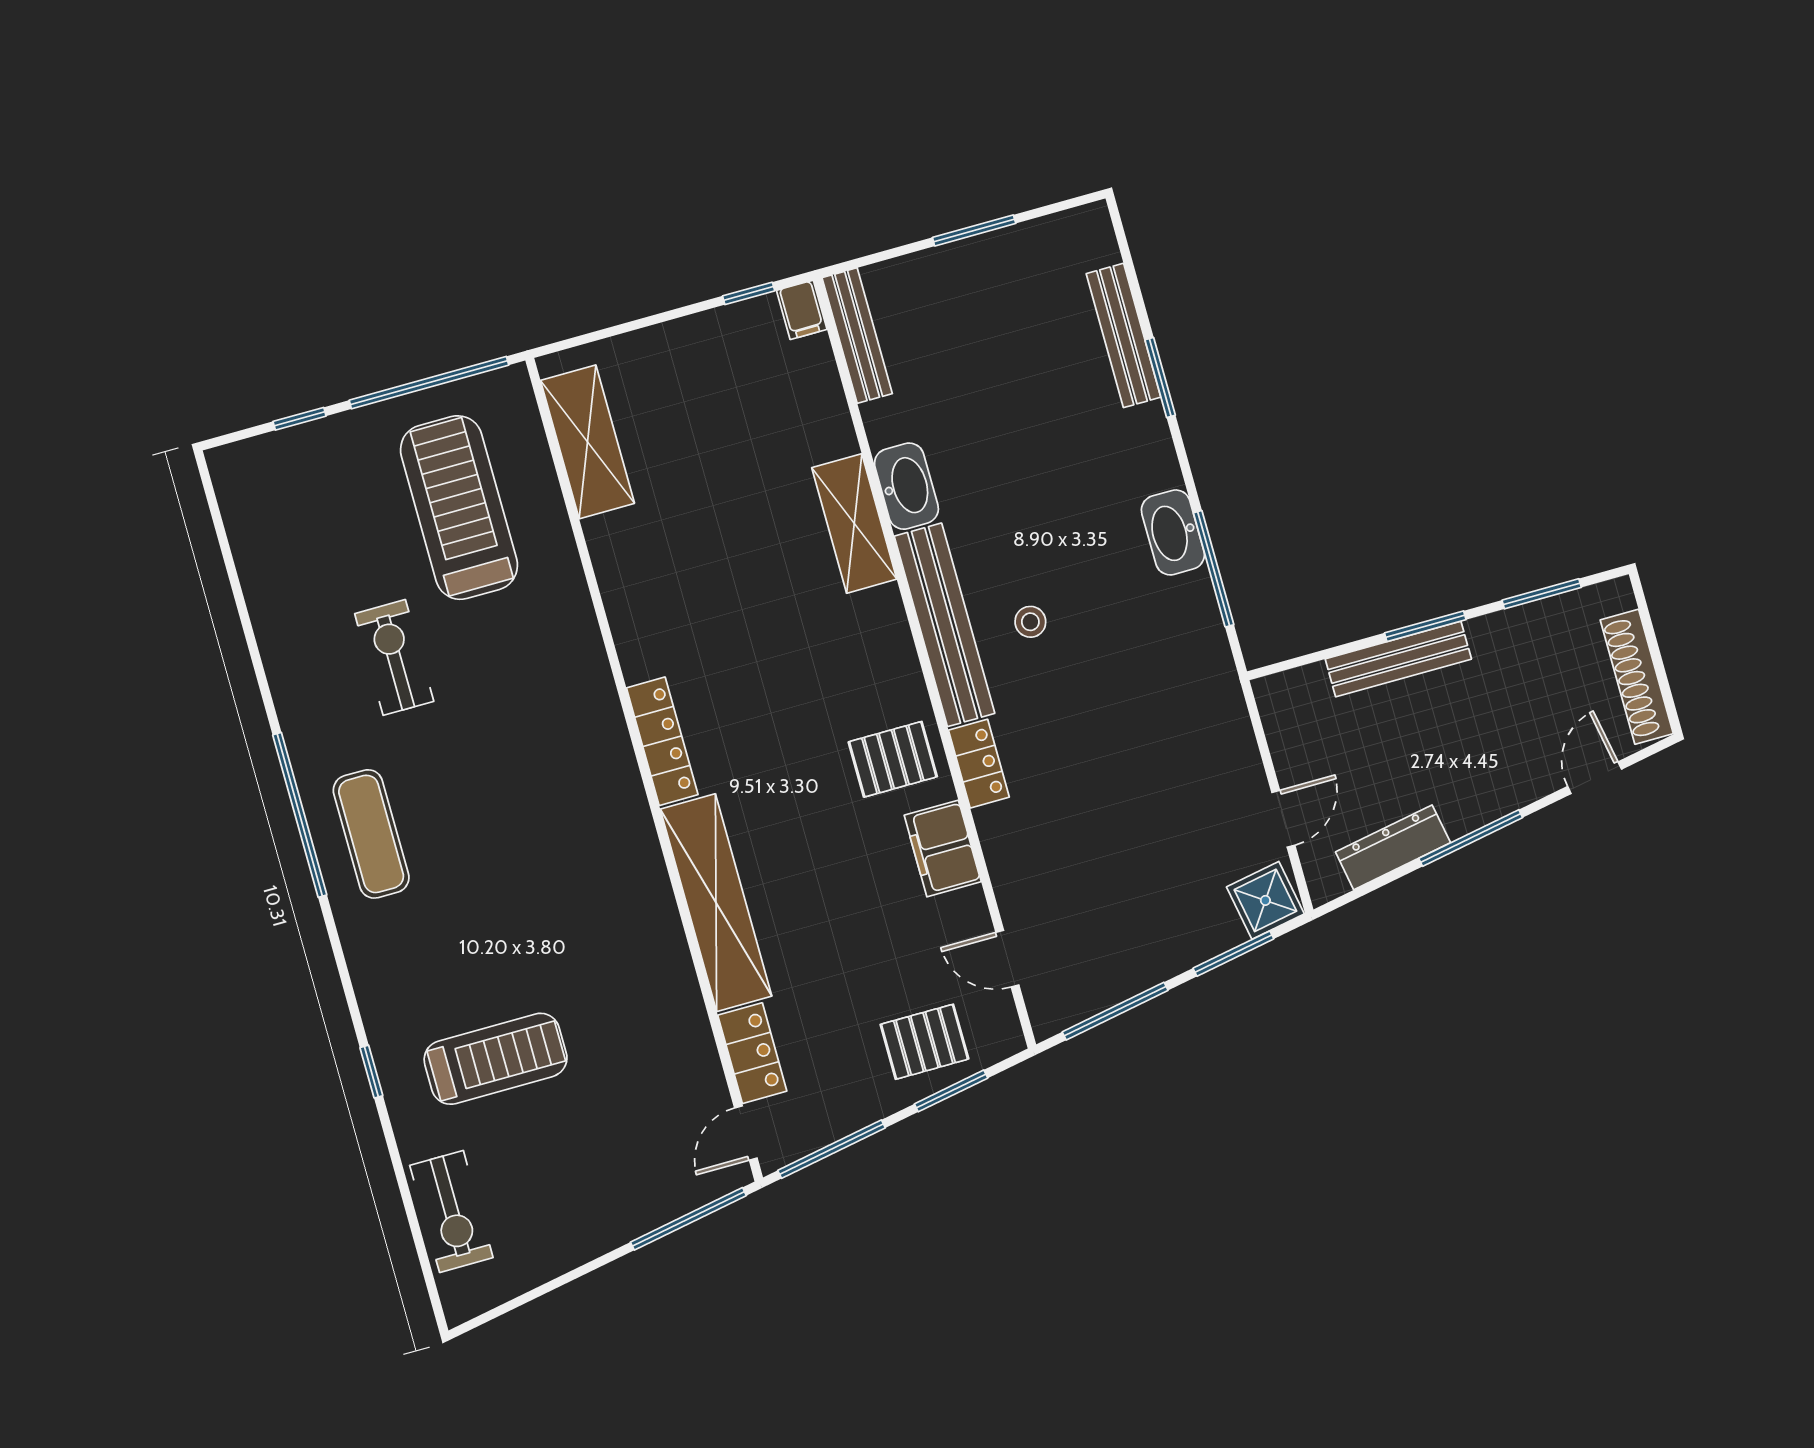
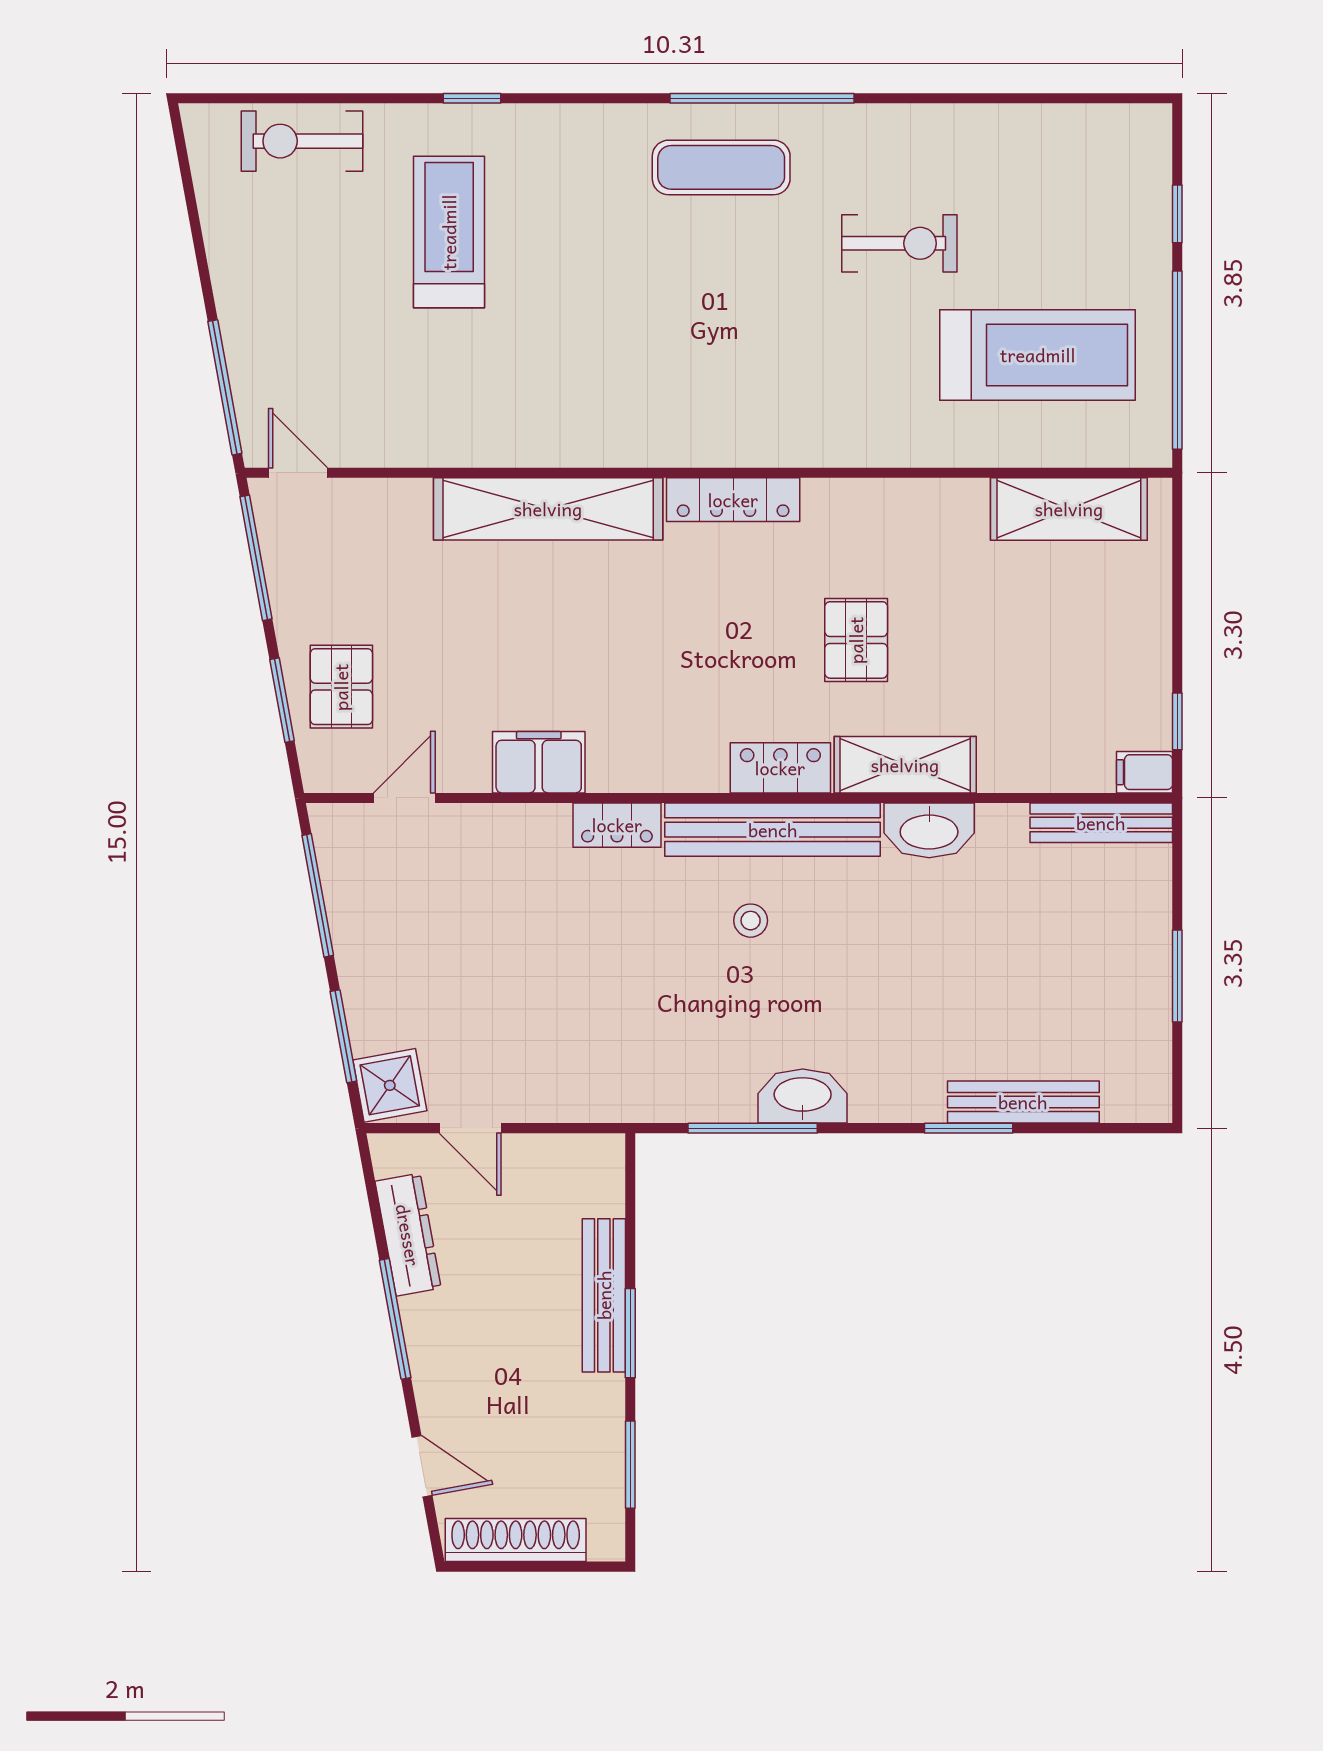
pallet: (893, 759) -> (856, 640), moved
locker: (752, 1053) -> (780, 768), moved, turned 180
treadmill: (496, 1059) -> (449, 232), turned 180

